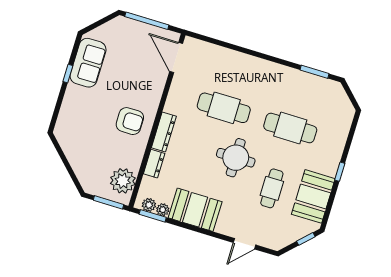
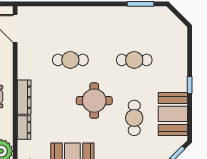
cafe table: (224, 108) -> (70, 60), width x0.73, depth x0.74
cafe table: (290, 128) -> (134, 60), width x0.73, depth x0.74

